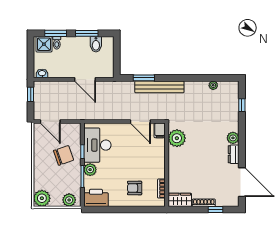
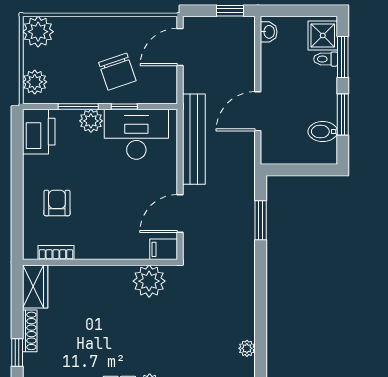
bench: (159, 87) -> (194, 139), moved

